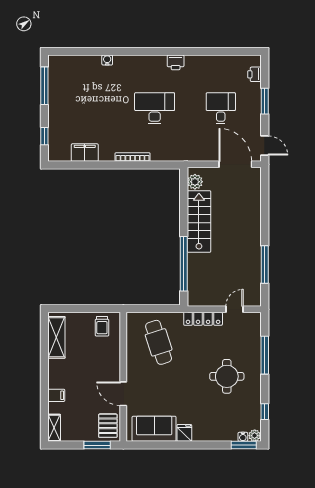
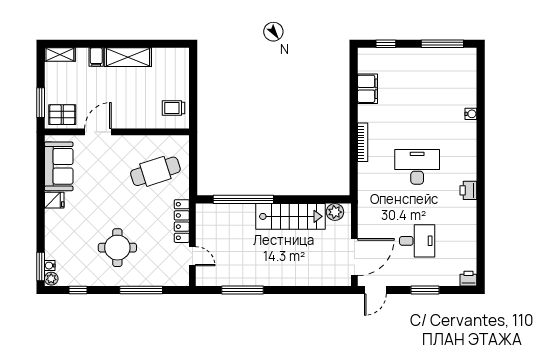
printer: (254, 74) -> (468, 279), moved
desk: (155, 108) -> (417, 167), turned -90
shelving: (56, 337) -> (128, 57), moved

